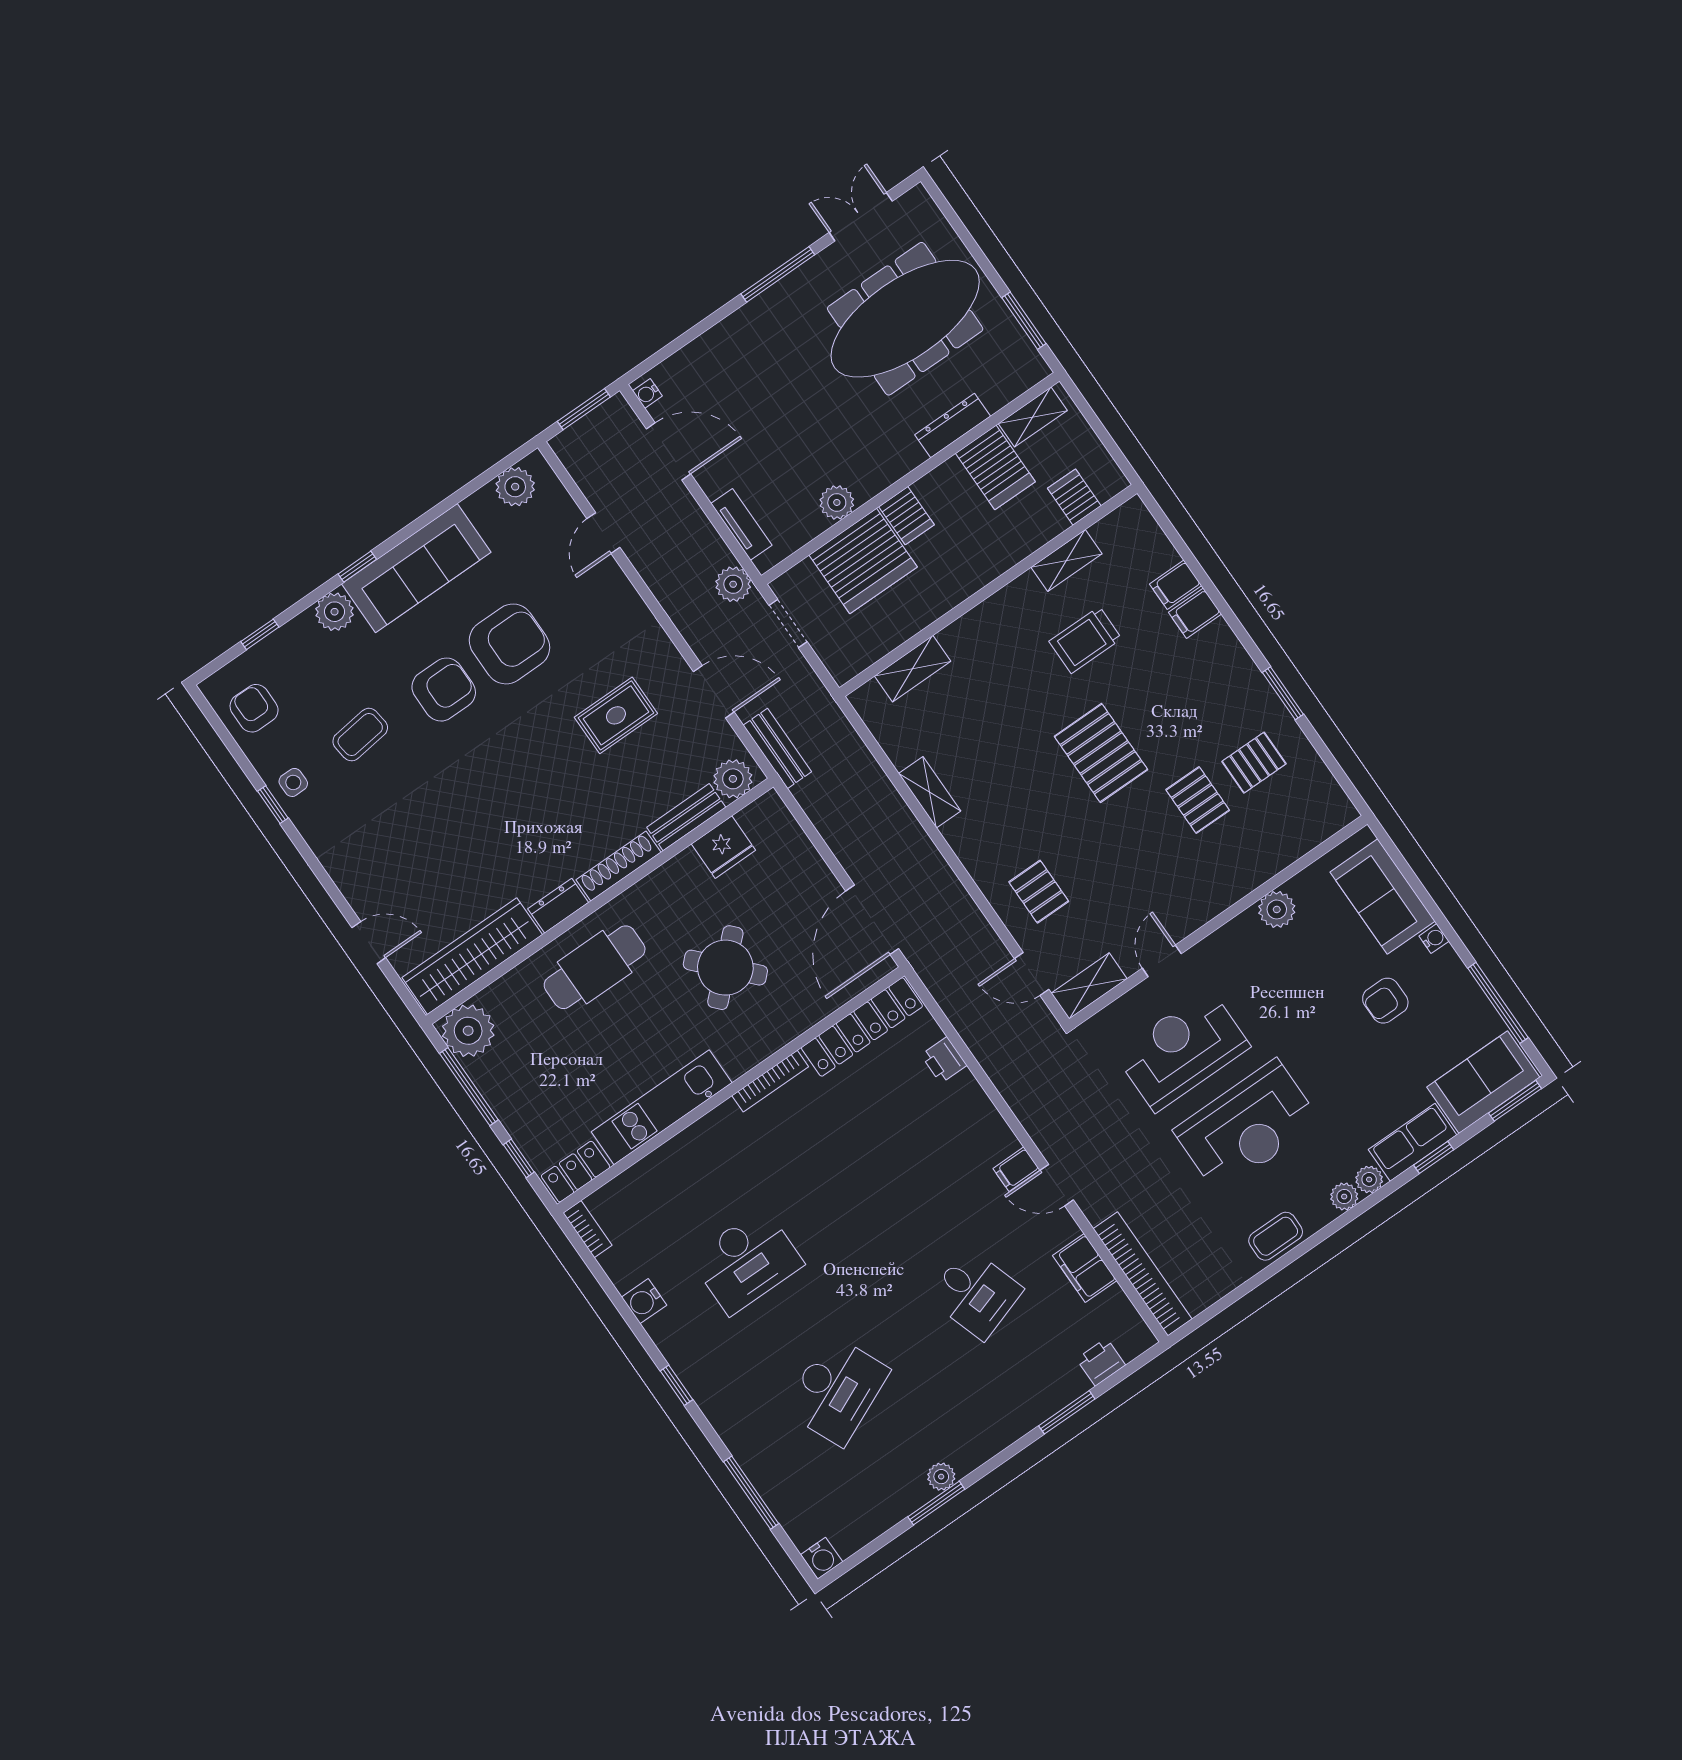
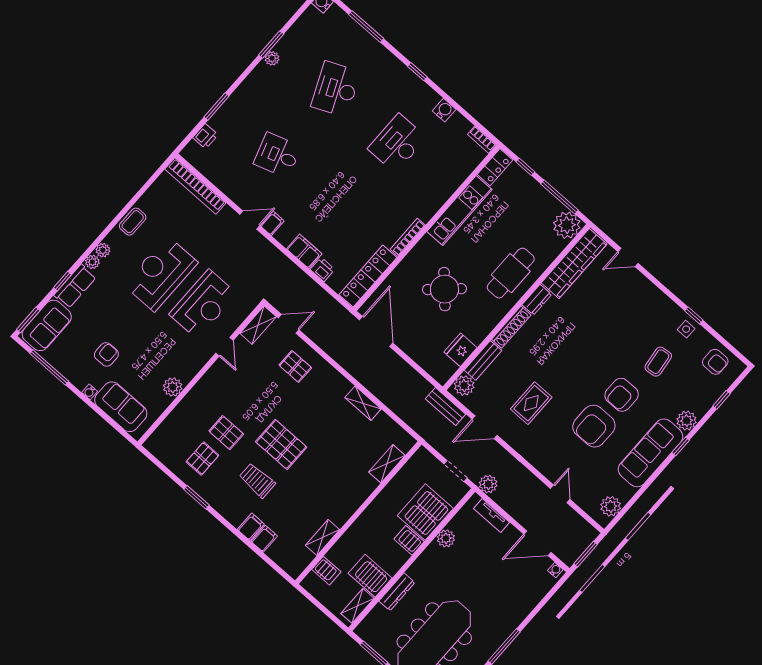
trolley: (1085, 640) -> (257, 480), moved, turned -90
filing cabinet: (1085, 1268) -> (304, 251), moved

